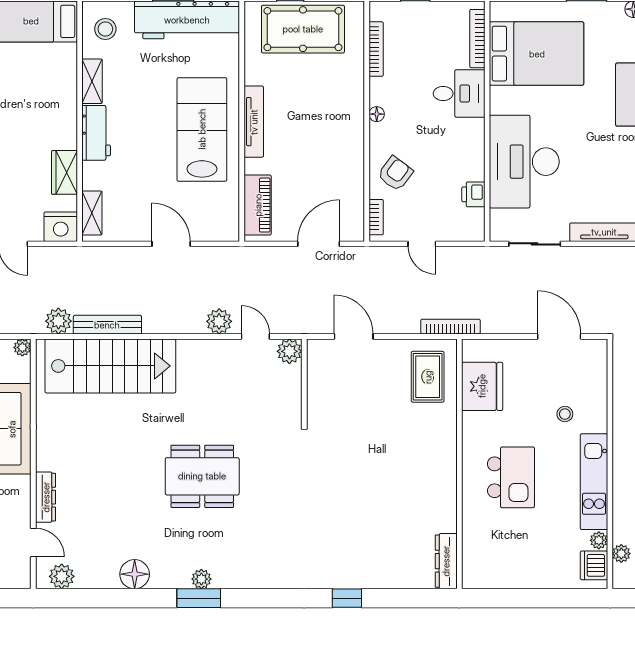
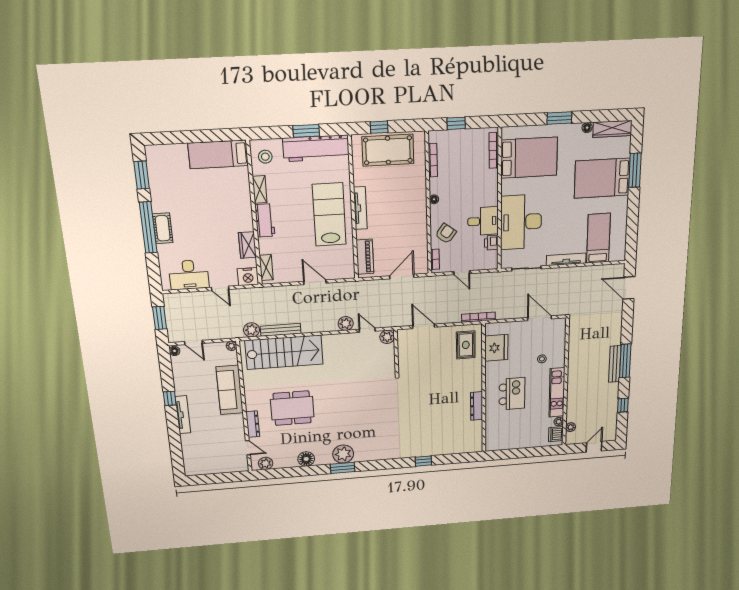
desk: (459, 94) -> (483, 221), moved
dining table: (202, 476) -> (292, 408), moved
dresser: (446, 561) -> (477, 406), moved
plant: (201, 579) -> (343, 454), width x1.88, depth x1.88

